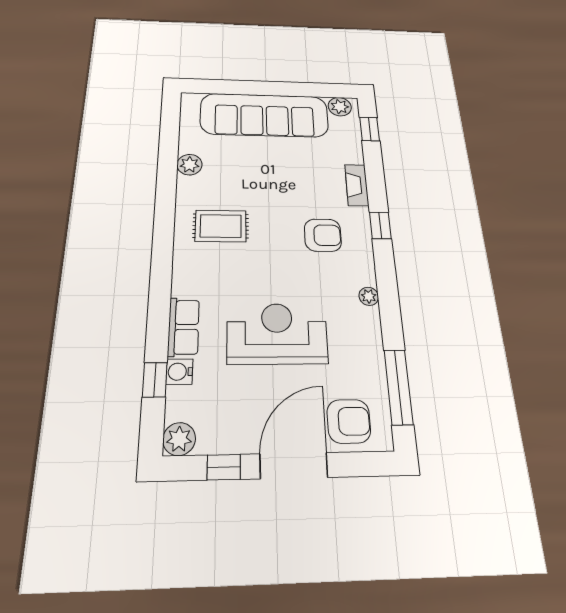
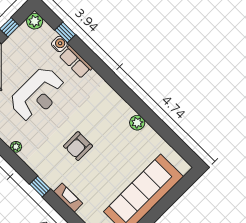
plant: (190, 165) -> (137, 123), moved
rug: (221, 226) -> (105, 118), removed
armchair: (323, 235) -> (78, 146), moved

